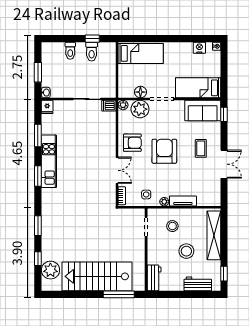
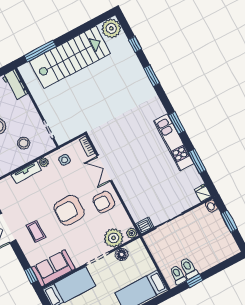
toilet: (70, 51) -> (178, 275), moved
armchair: (164, 151) -> (69, 210), turned 90
plant: (50, 270) -> (111, 28), moved

